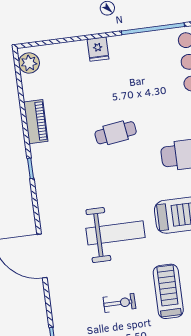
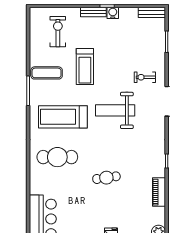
exercise bike: (119, 303) -> (145, 77), moved

